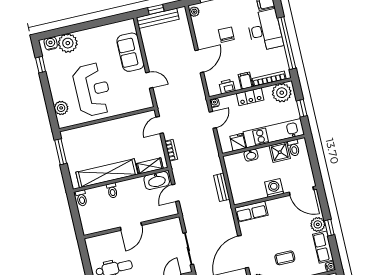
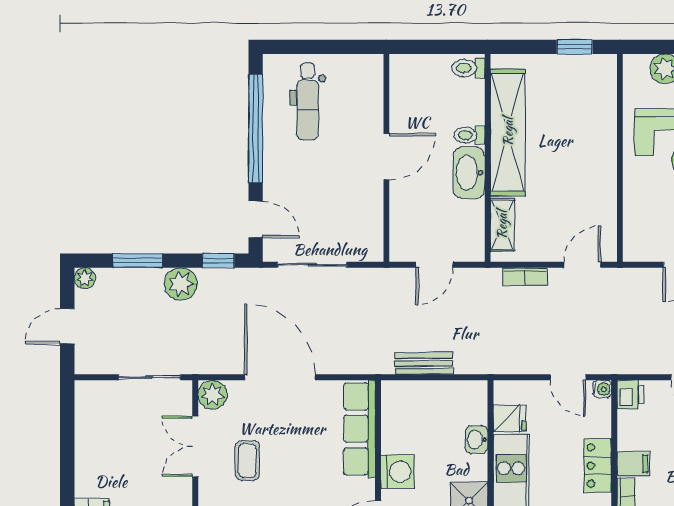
printer: (227, 86) -> (630, 395), moved
door: (160, 125) -> (582, 265), hinge flipped
window: (61, 152) -> (575, 47), width x0.67
washbasin: (157, 180) -> (469, 173), moved
door: (175, 193) -> (434, 265), swing flipped
row of seats: (251, 212) -> (359, 429), width x1.48
door: (131, 226) -> (386, 157), swing flipped

